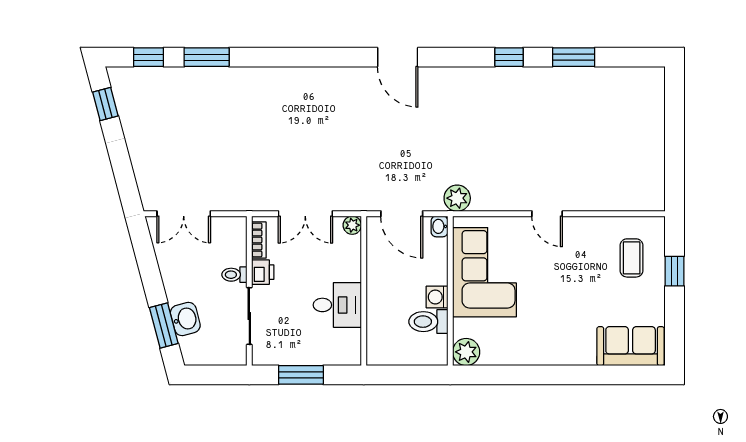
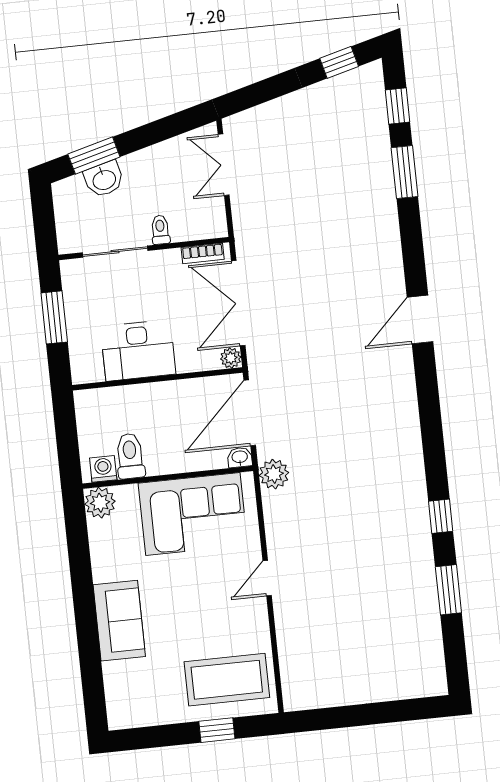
door: (398, 57) -> (420, 320), moved
double door: (305, 214) -> (238, 303), width x1.37
door: (402, 214) -> (250, 413), width x1.36
coffee table: (632, 258) -> (227, 680), width x1.86, depth x1.72
printer: (263, 272) -> (166, 262), removed
washing machine: (437, 297) -> (103, 469), moved
desk: (337, 305) -> (138, 350), width x1.37
sofa: (631, 346) -> (119, 621), moved

